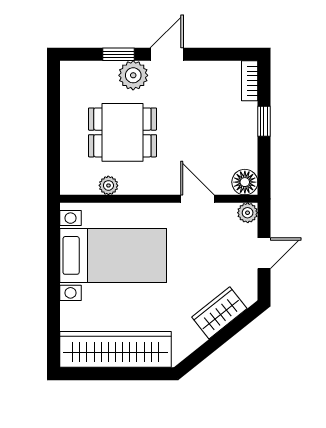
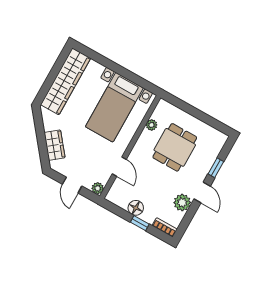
plant: (133, 75) -> (182, 203), moved
floor lamp: (245, 182) -> (136, 208), moved
door: (197, 199) -> (119, 167), hinge flipped

